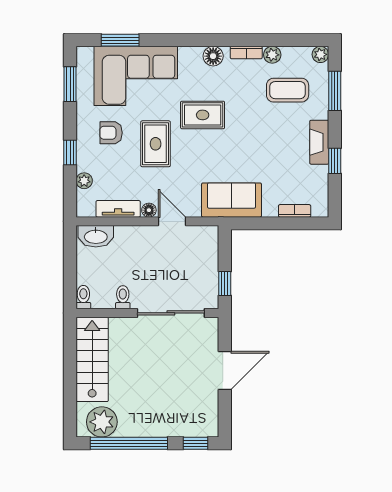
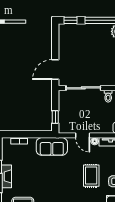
rug: (203, 115) -> (67, 191), removed
window: (225, 283) -> (55, 117), moved
door: (225, 371) -> (55, 70), moved

